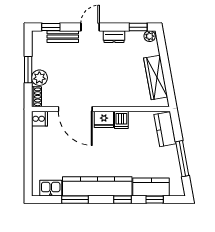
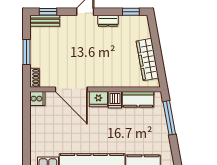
plant: (150, 36) -> (142, 20), removed
bench: (63, 37) -> (45, 21), moved
plant: (39, 78) -> (37, 60), removed
kitchen counter: (165, 129) -> (138, 99), moved, turned -80
window: (182, 159) -> (169, 118), moved

